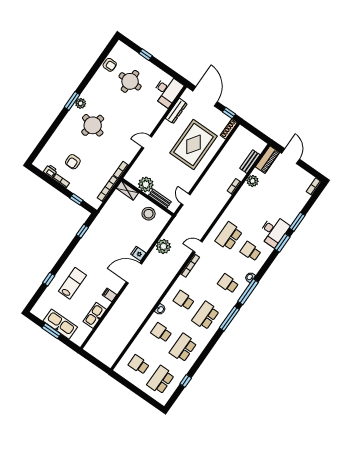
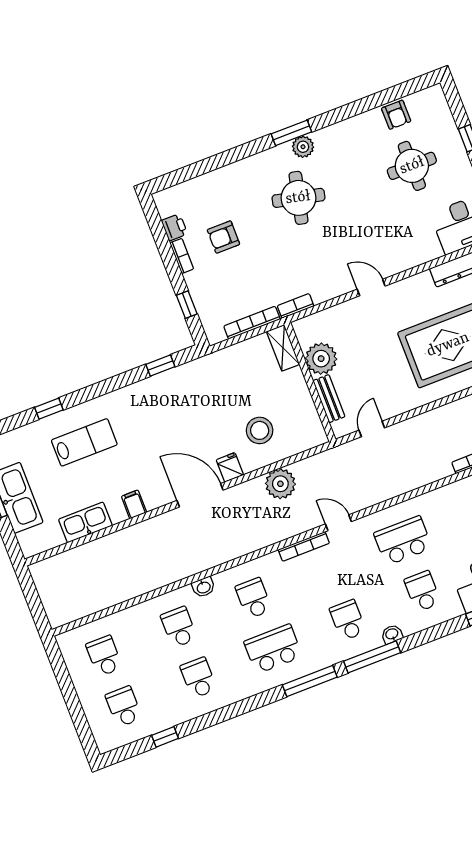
stool: (149, 214) -> (260, 430), moved
school desk: (183, 348) -> (198, 678), width x0.54
school desk: (161, 380) -> (124, 707), width x0.54

